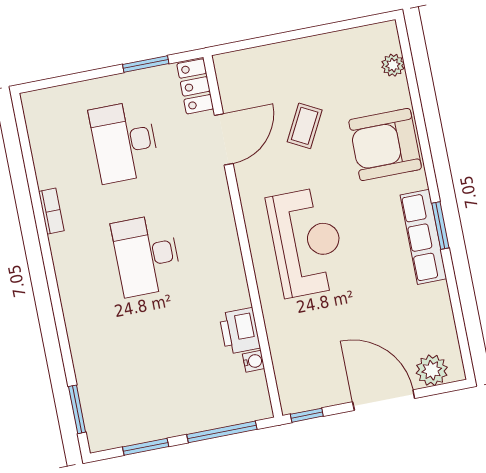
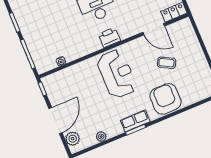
plant: (393, 65) -> (101, 137), moved
row of seats: (423, 237) -> (135, 121), width x0.68
reception desk: (307, 242) -> (117, 74), turned -90
printer: (240, 331) -> (109, 37), moved

